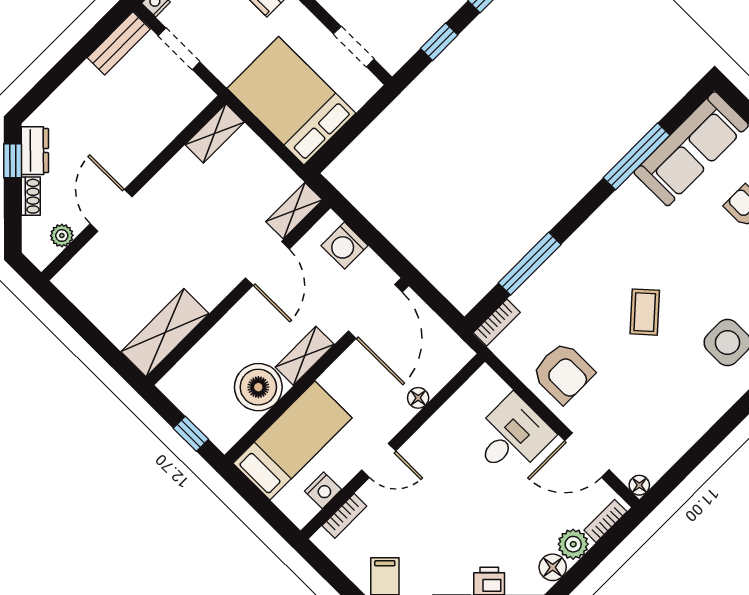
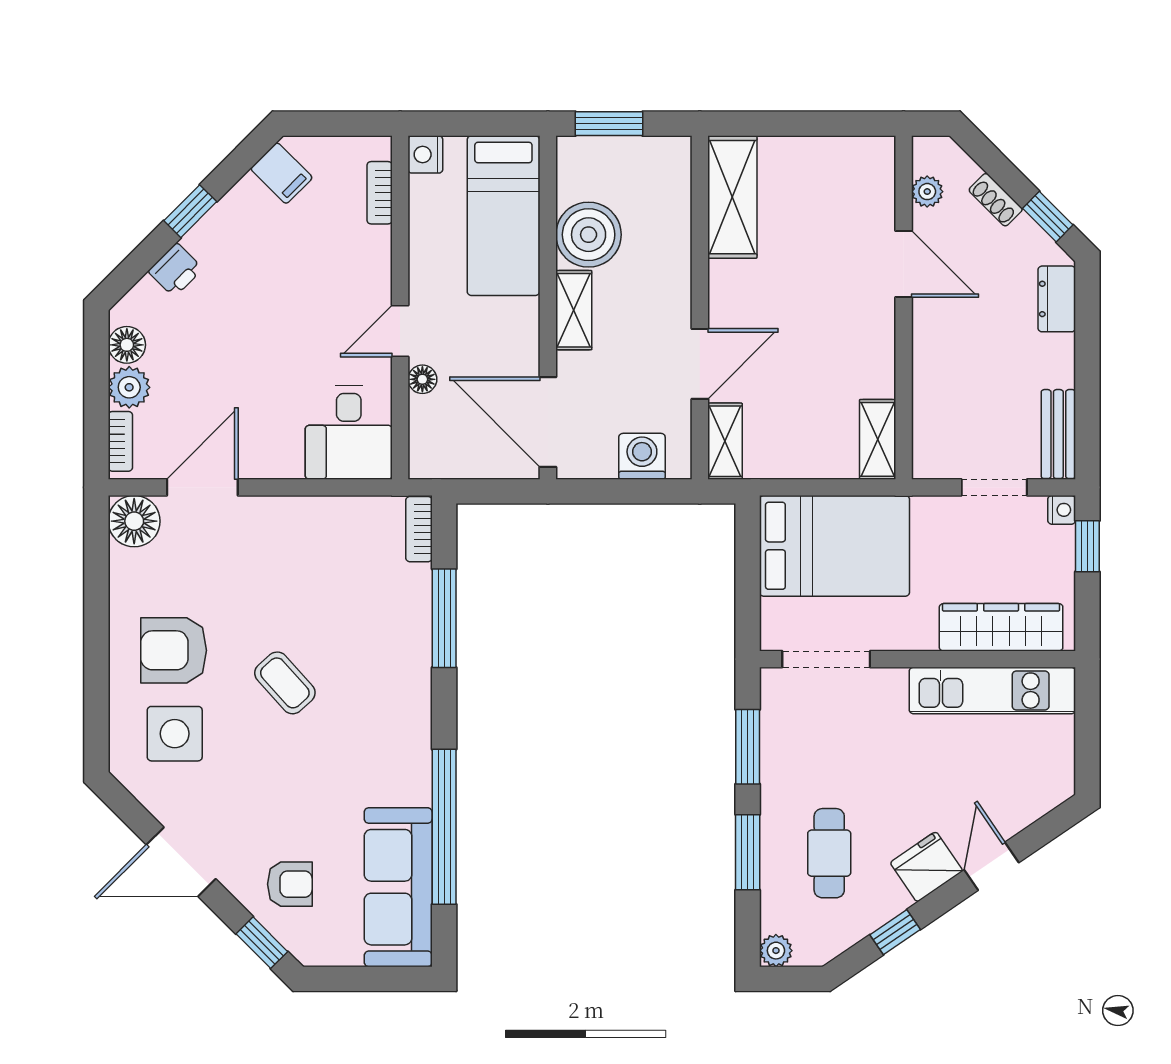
window: (439, 42) -> (748, 747), width x1.50
doorway: (354, 47) -> (826, 659), width x1.38
dresser: (35, 151) -> (1057, 299), moved, turned 45
window: (637, 156) -> (444, 827), width x1.46
door: (267, 263) -> (700, 364), swing flipped
armchair: (563, 373) -> (174, 650), moved
window: (191, 434) -> (609, 124), width x1.50
desk: (512, 436) -> (349, 433), moved
door: (379, 460) -> (400, 331), moved
floor lamp: (639, 485) -> (134, 521), width x1.89, depth x1.89
nightstand: (323, 490) -> (425, 154), moved

